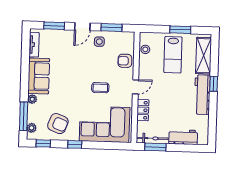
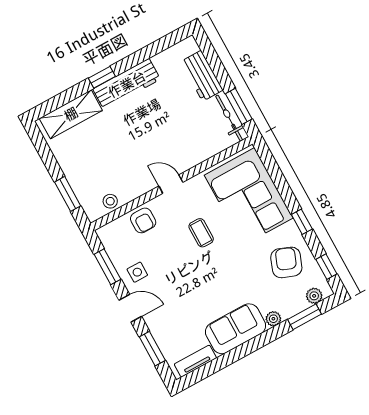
window: (180, 30) -> (68, 194), moved
lab bench: (173, 55) -> (95, 158), removed
locker: (143, 110) -> (197, 155), removed
window: (24, 116) -> (304, 317), width x0.69

